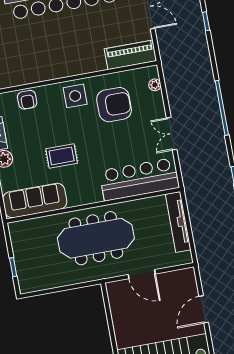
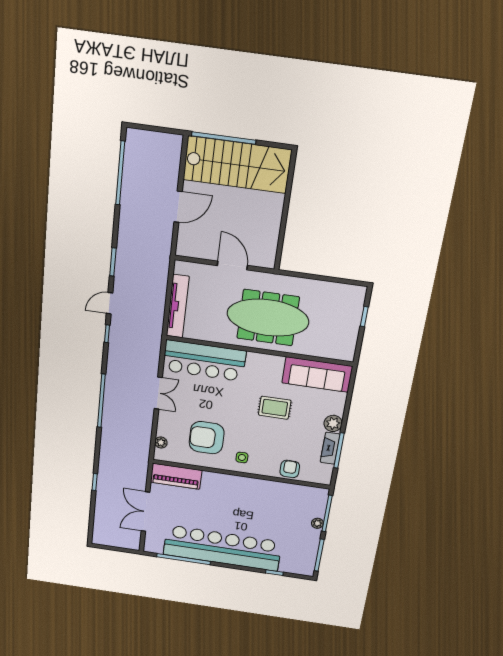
side table: (75, 96) -> (242, 457), width x0.54, depth x0.54

